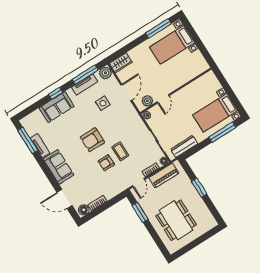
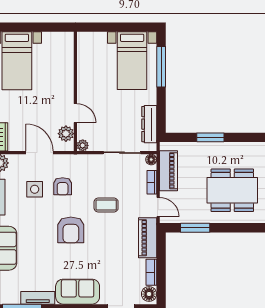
armchair: (106, 163) -> (63, 186), moved
piano: (116, 188) -> (148, 238), added

